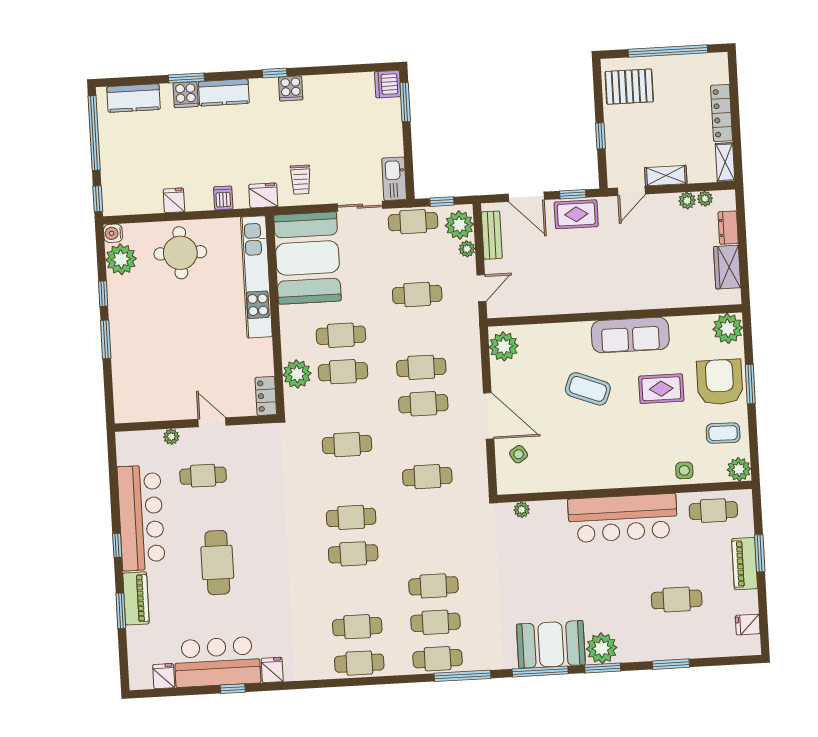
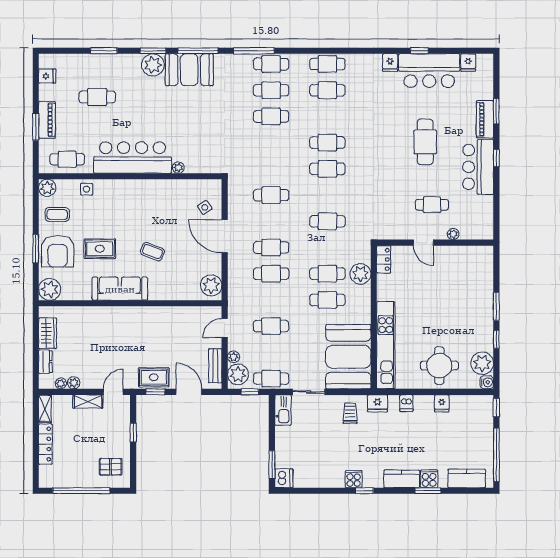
pallet: (629, 87) -> (111, 467), width x0.67, depth x0.71
coffee table: (588, 389) -> (152, 252), width x0.73, depth x0.77
plant: (522, 510) -> (178, 168), moved
bar counter: (141, 518) -> (478, 167), width x0.73

